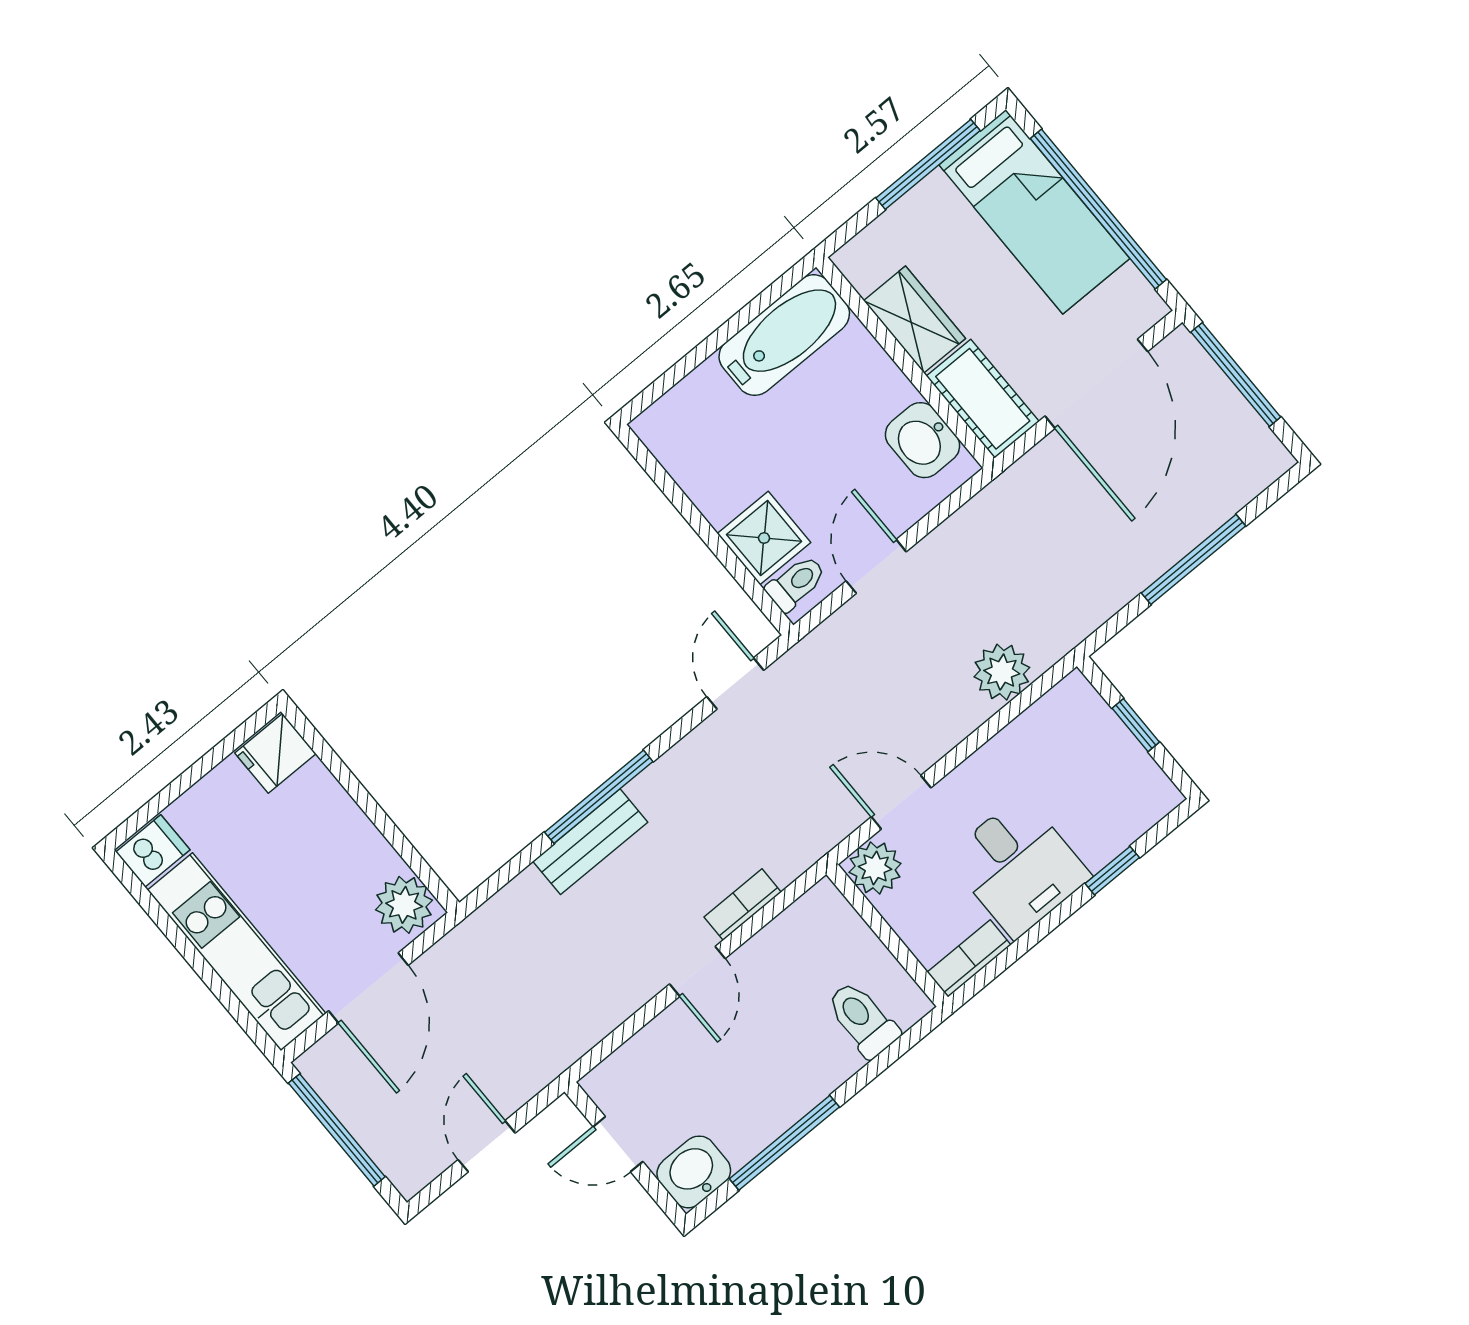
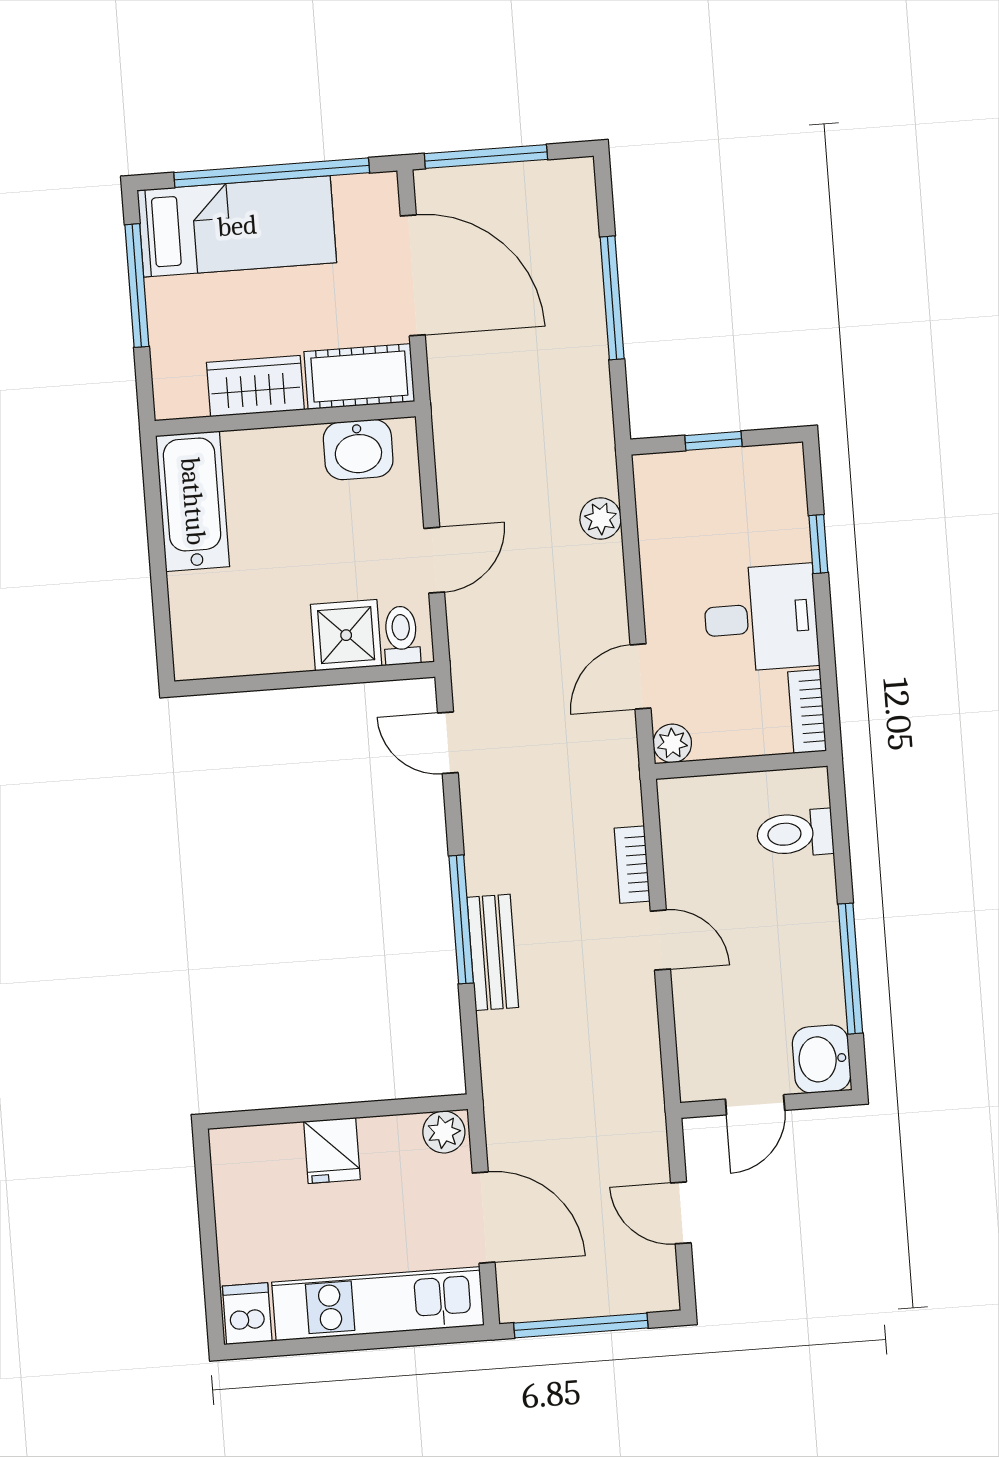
door: (876, 566) -> (434, 560), swing flipped
plant: (1002, 672) -> (601, 519), width x0.73, depth x0.73
fridge: (275, 753) -> (332, 1151), moved
plant: (875, 868) -> (672, 743), width x0.73, depth x0.73
plant: (404, 905) -> (444, 1132), width x0.73, depth x0.73

